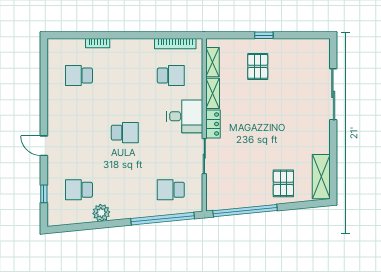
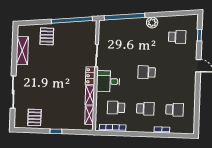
pallet: (258, 66) -> (34, 117), moved
shelving: (321, 177) -> (22, 51), moved
school desk: (171, 190) -> (145, 109), moved
plant: (101, 213) -> (152, 23), moved

